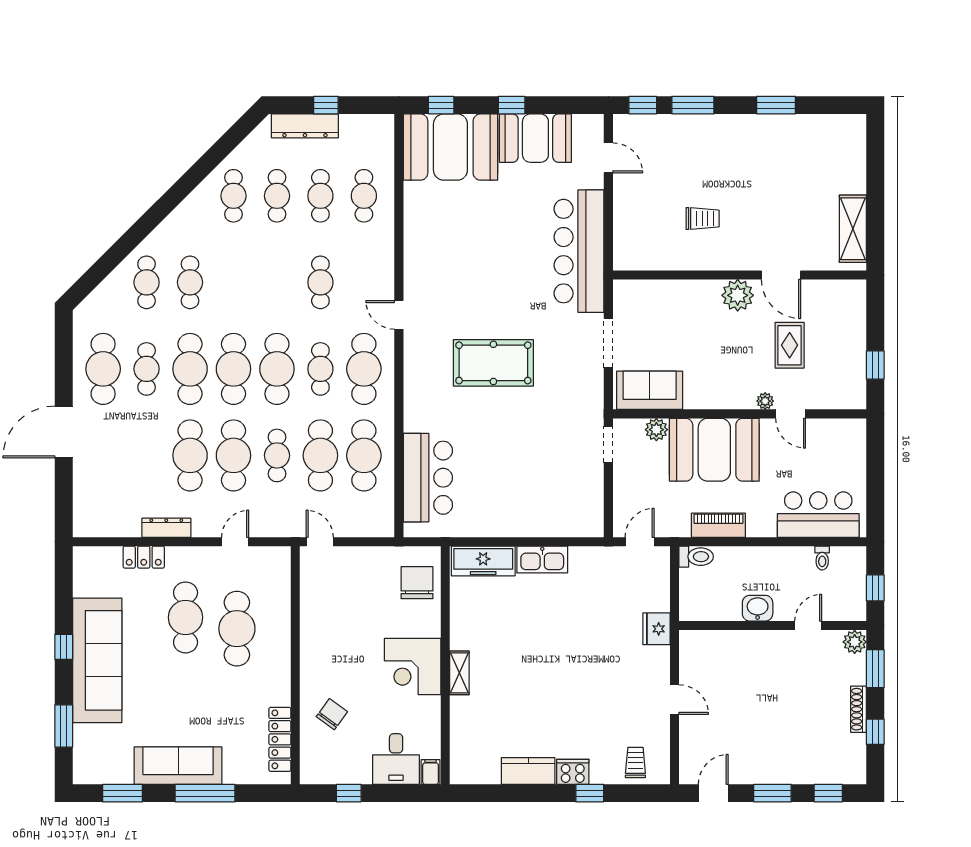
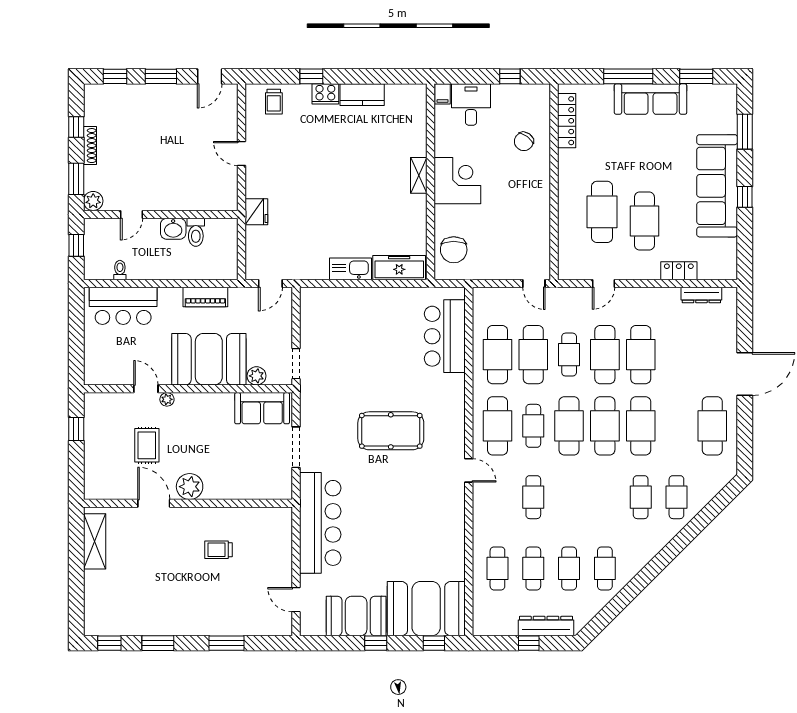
window: (643, 105) -> (109, 643), moved
cafe table: (147, 369) -> (676, 426), removed
dresser: (166, 528) -> (701, 295), moved
toilet: (696, 557) -> (196, 232), moved, turned -90

